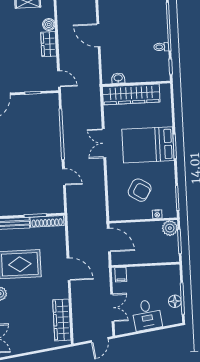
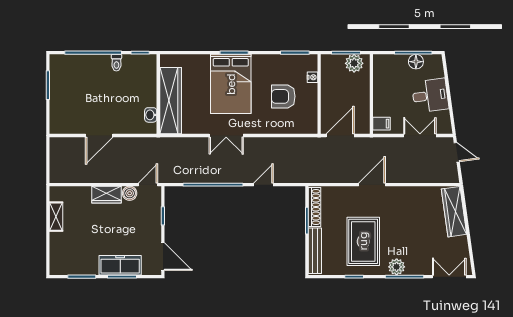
boiler: (49, 24) -> (130, 193), moved
armchair: (140, 190) -> (283, 96), turned -121
plant: (170, 228) -> (354, 63), moved
wardrobe: (62, 320) -> (454, 212), moved, turned 82

